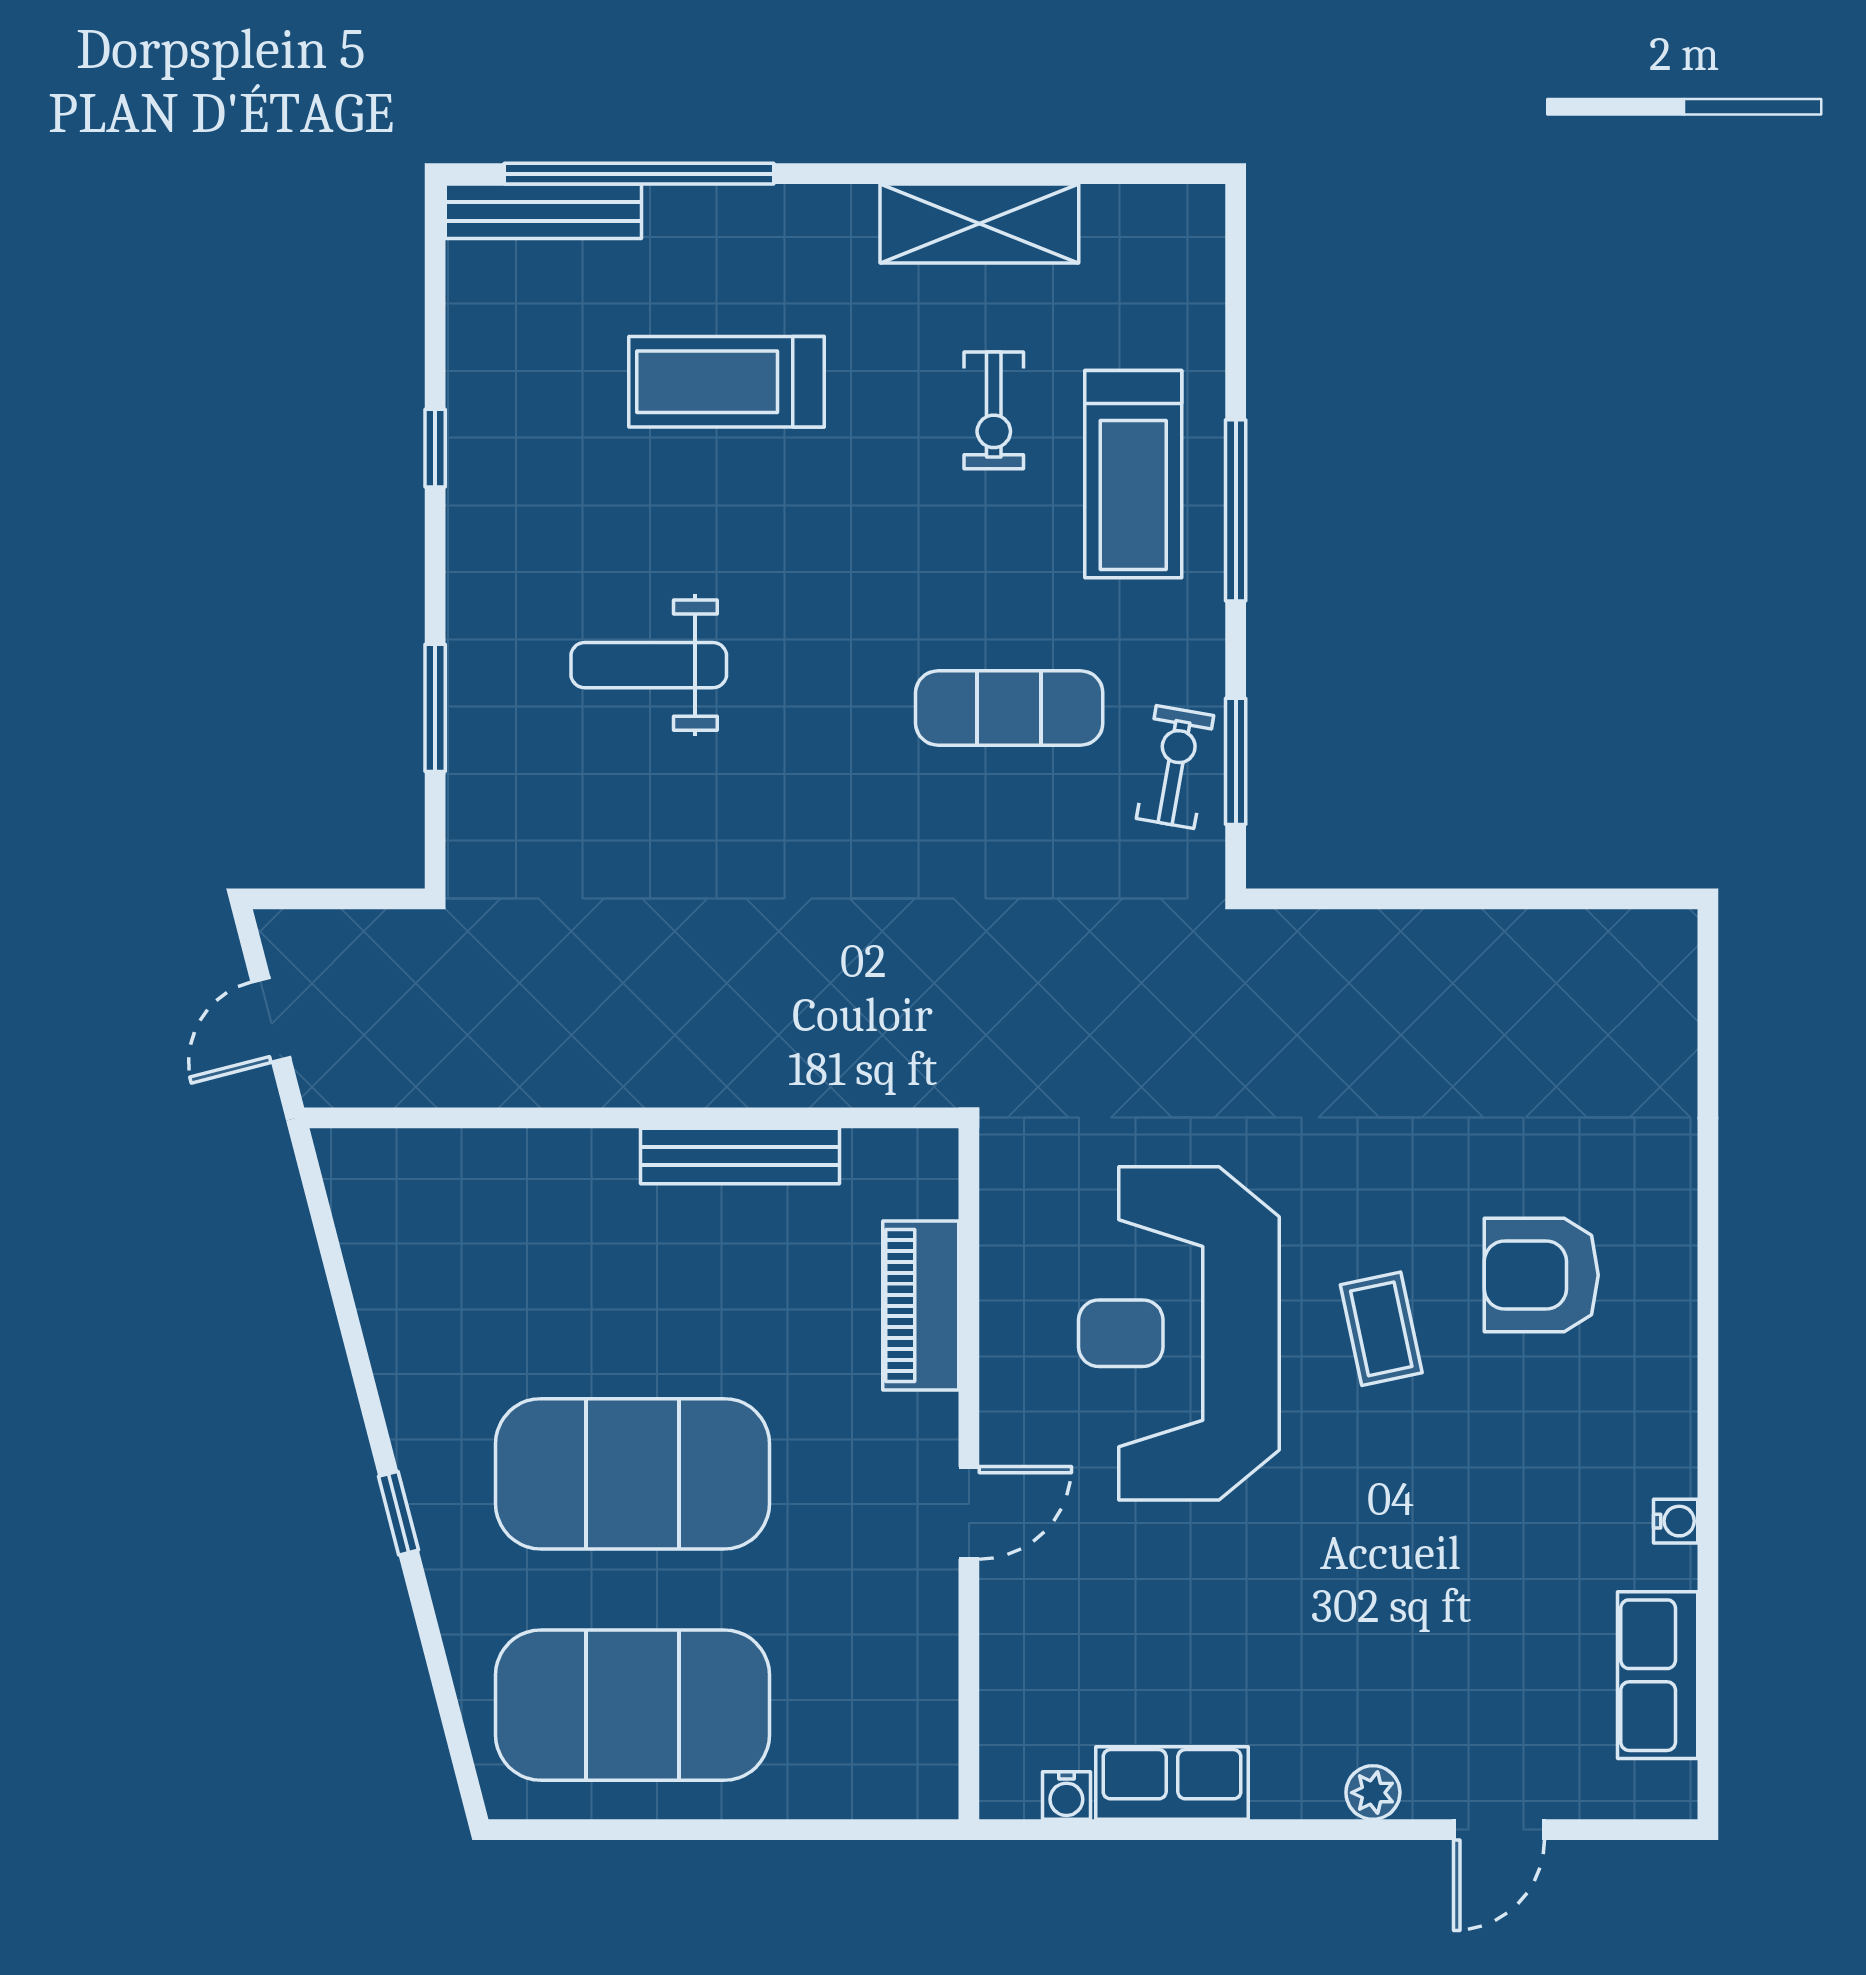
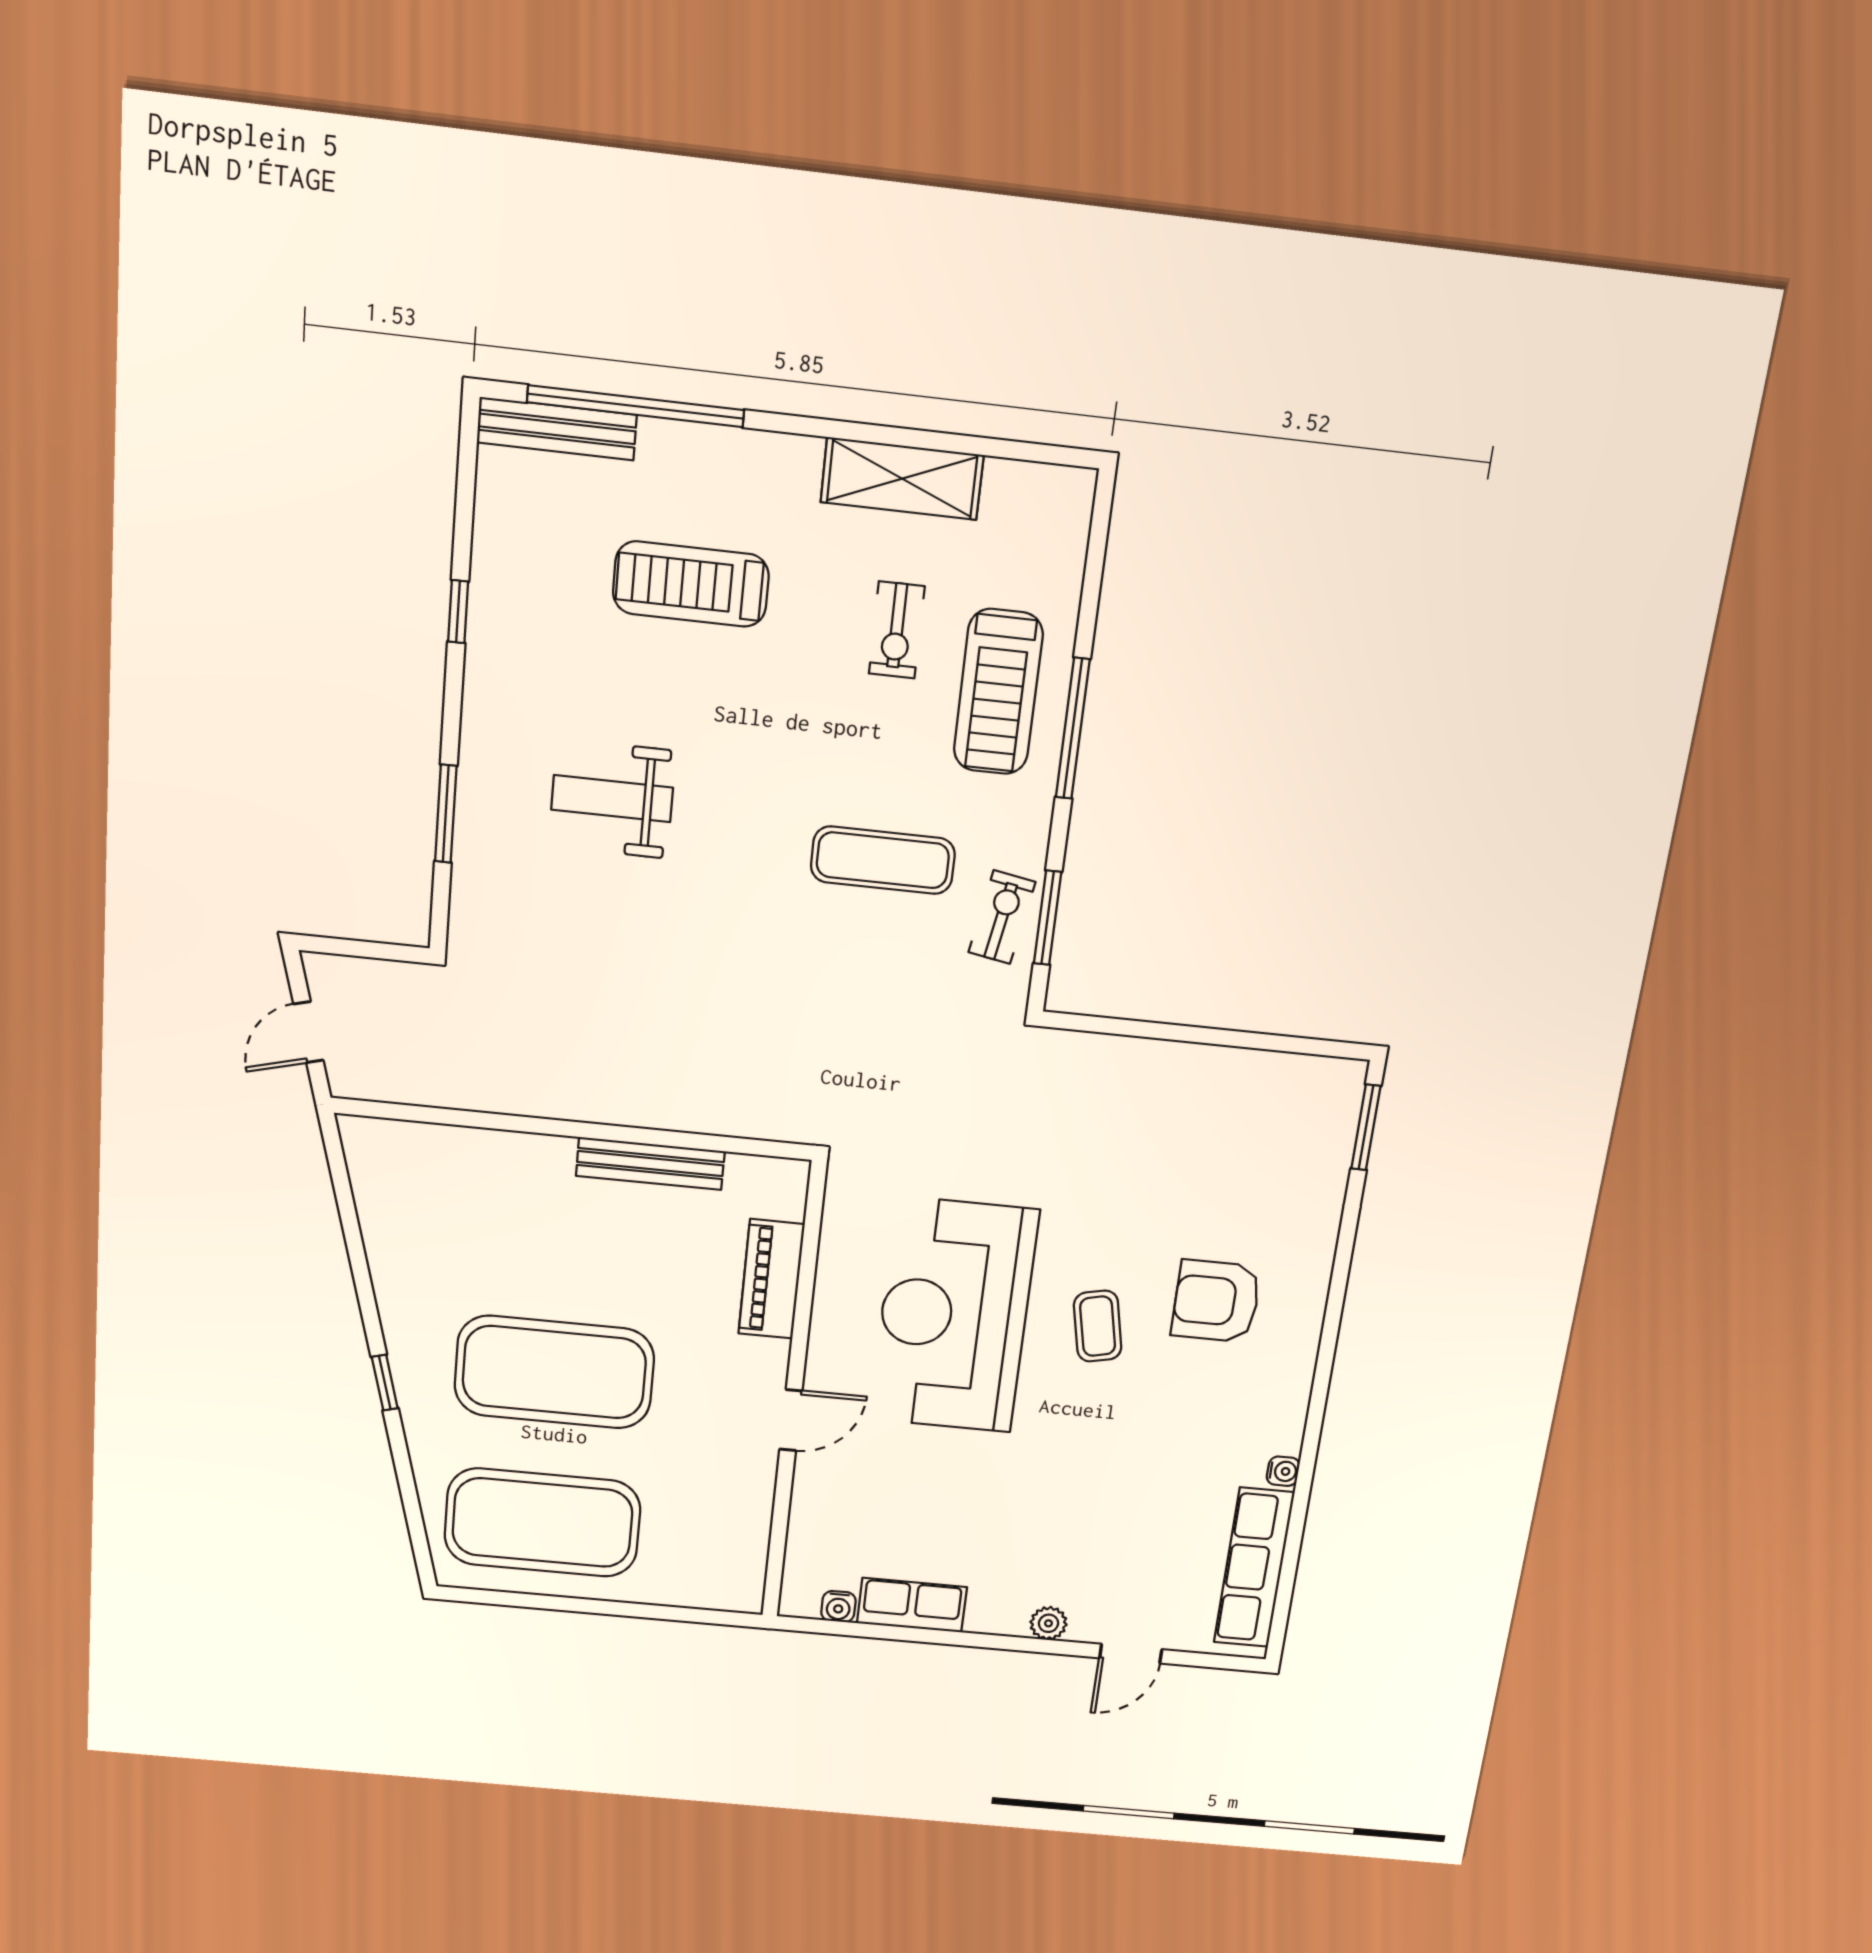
window: (1708, 1004) -> (1366, 1127), added
row of seats: (1658, 1675) -> (1254, 1568), width x1.48

